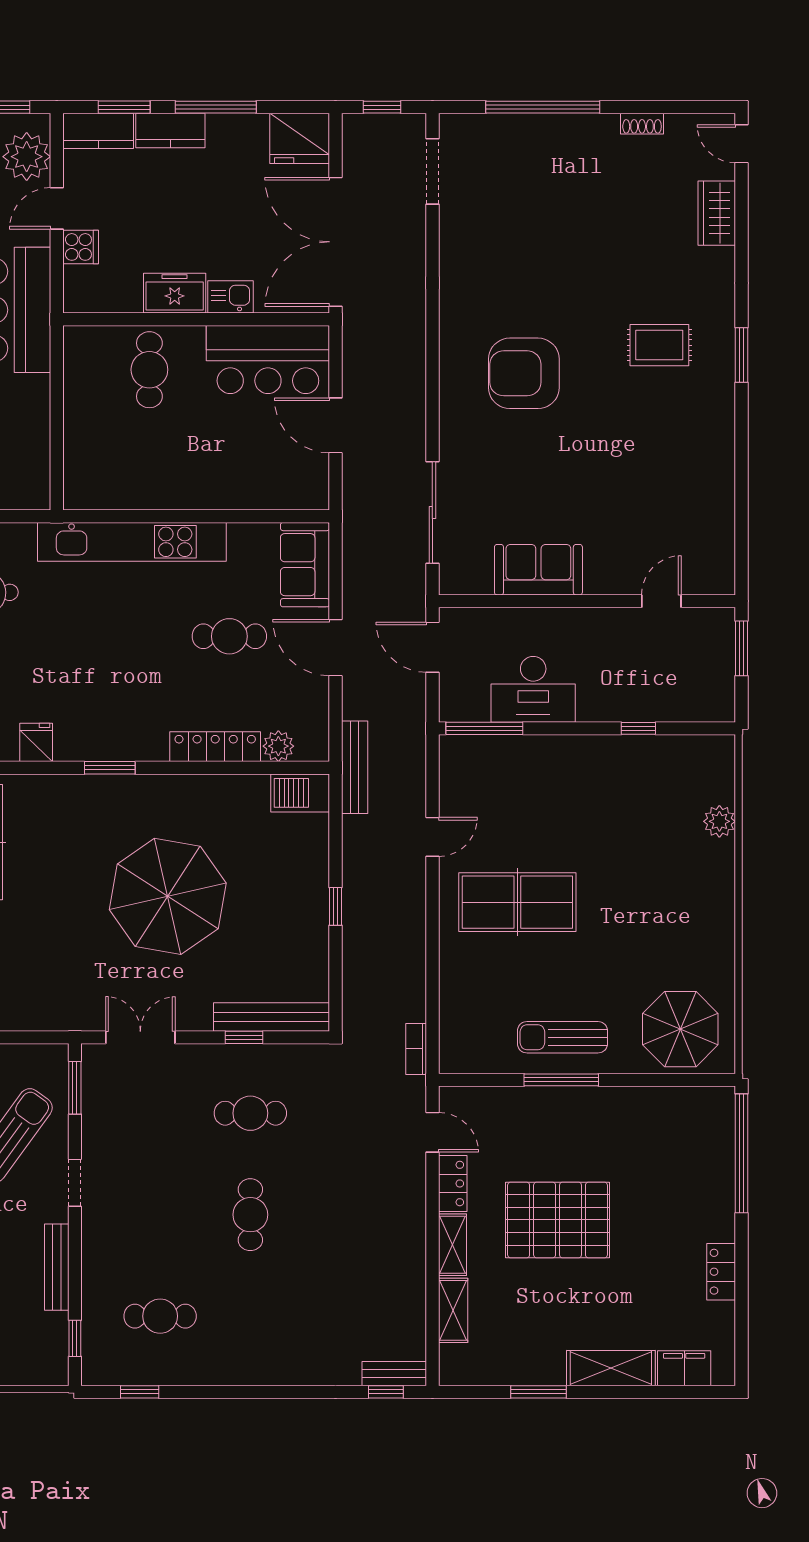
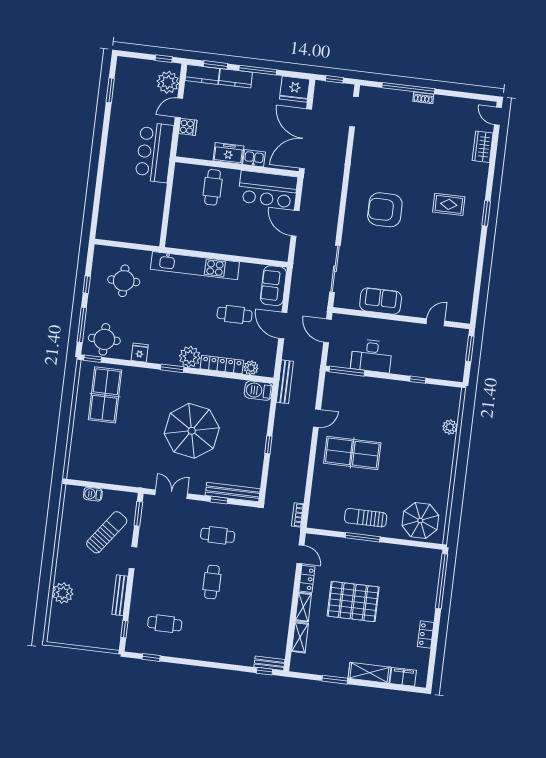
shoe rack: (642, 124) -> (423, 98), moved
plant: (144, 739) -> (190, 357), added

